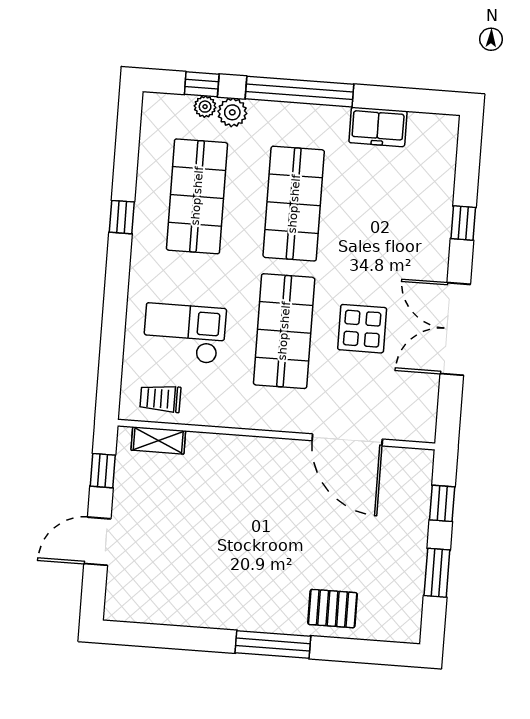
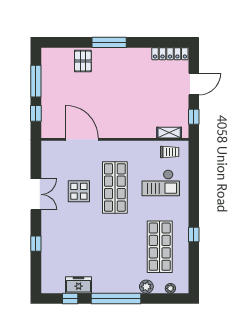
window: (202, 84) -> (70, 299), moved
plant: (205, 107) -> (170, 288), moved
shop shelf: (294, 204) -> (115, 247), removed
double door: (455, 329) -> (36, 194), width x0.73
window: (437, 573) -> (36, 81), width x1.44
pallet: (333, 609) -> (83, 61), turned 90
locker: (144, 610) -> (170, 54), added

